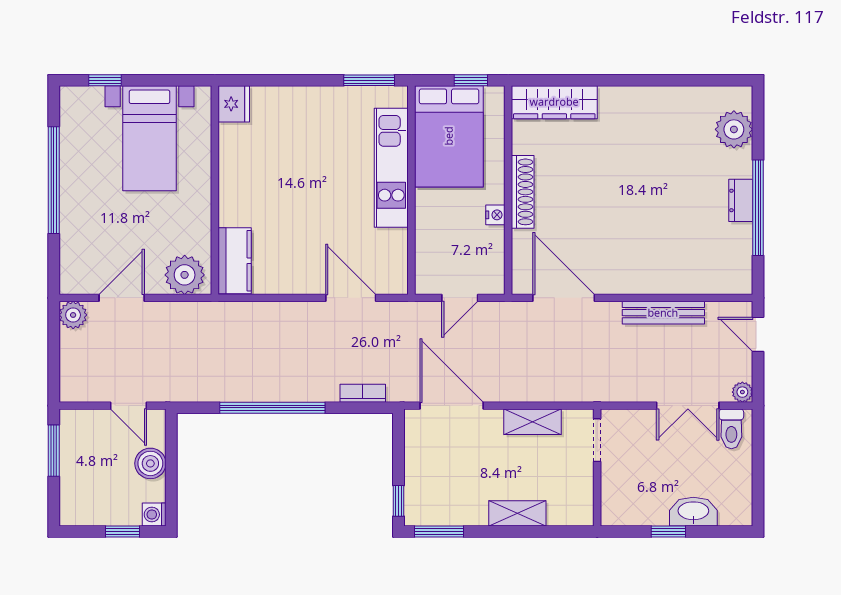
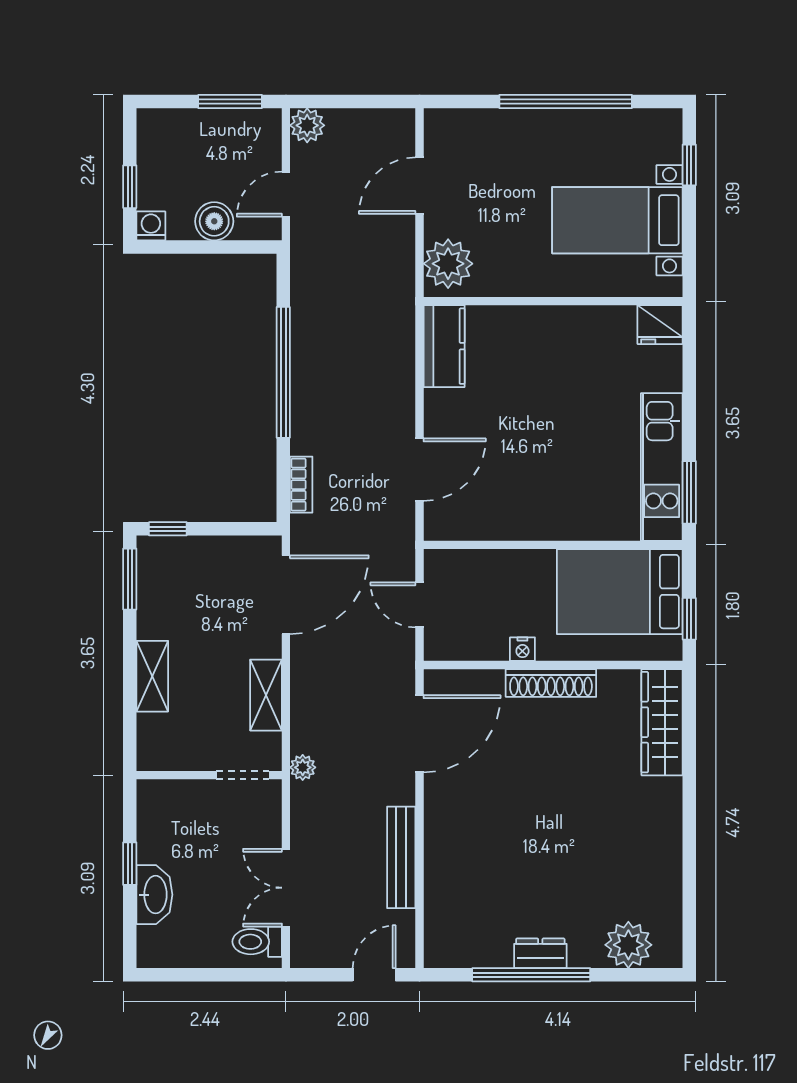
kitchen unit: (391, 168) -> (662, 467), moved, turned -90
kitchen counter: (235, 261) -> (444, 346), moved, turned -90
door: (122, 298) -> (420, 186), swing flipped
plant: (73, 315) -> (307, 125), moved
plant: (742, 392) -> (303, 767), moved

